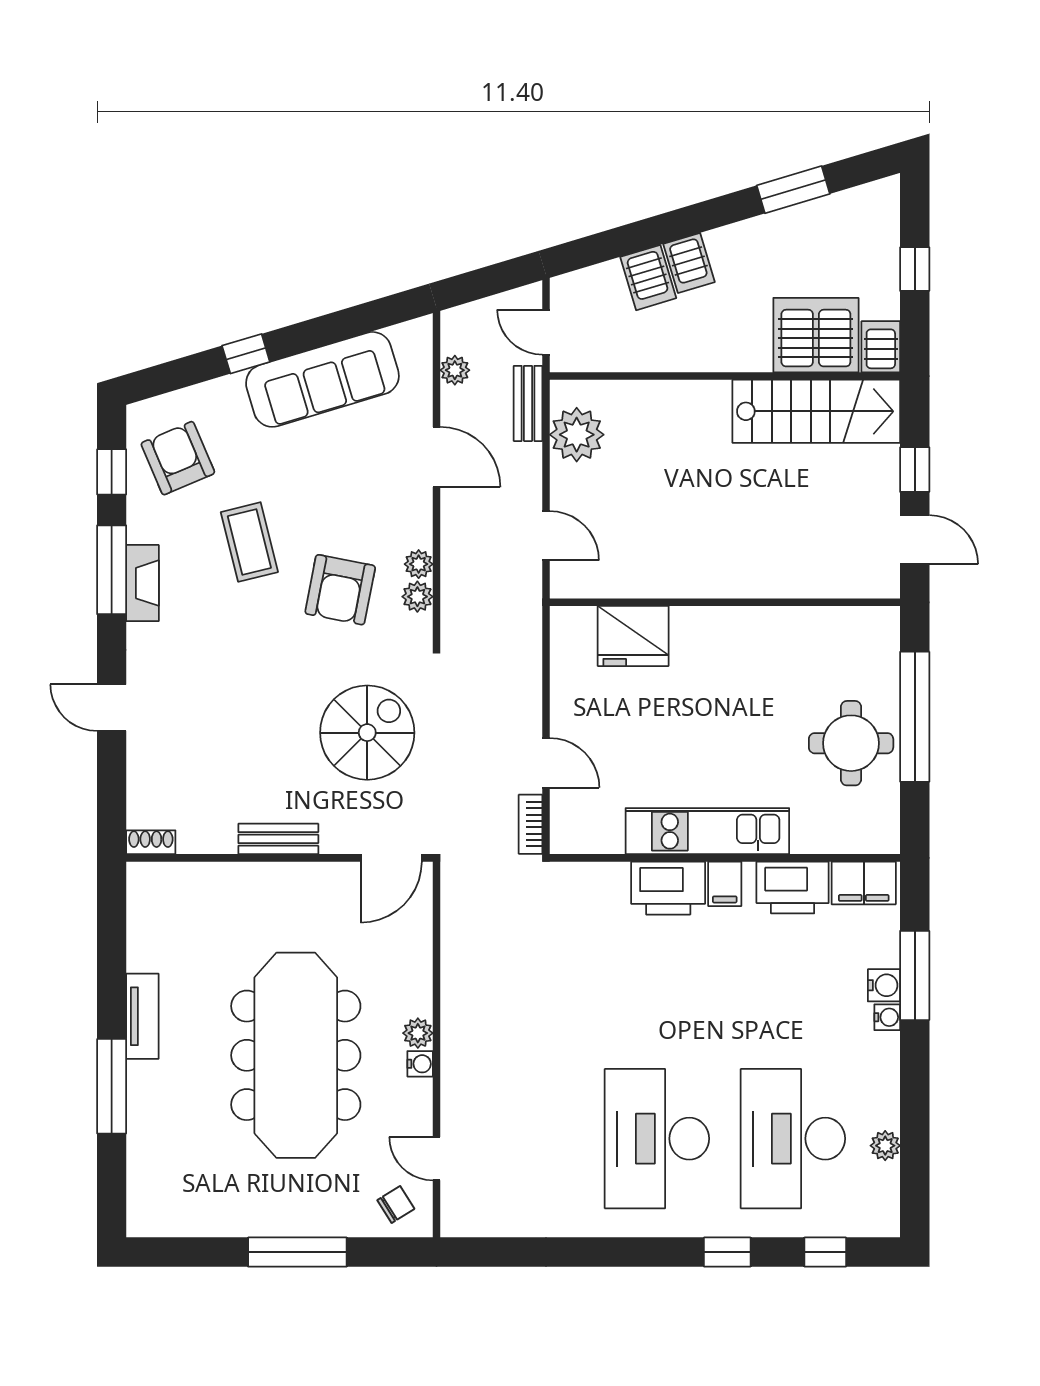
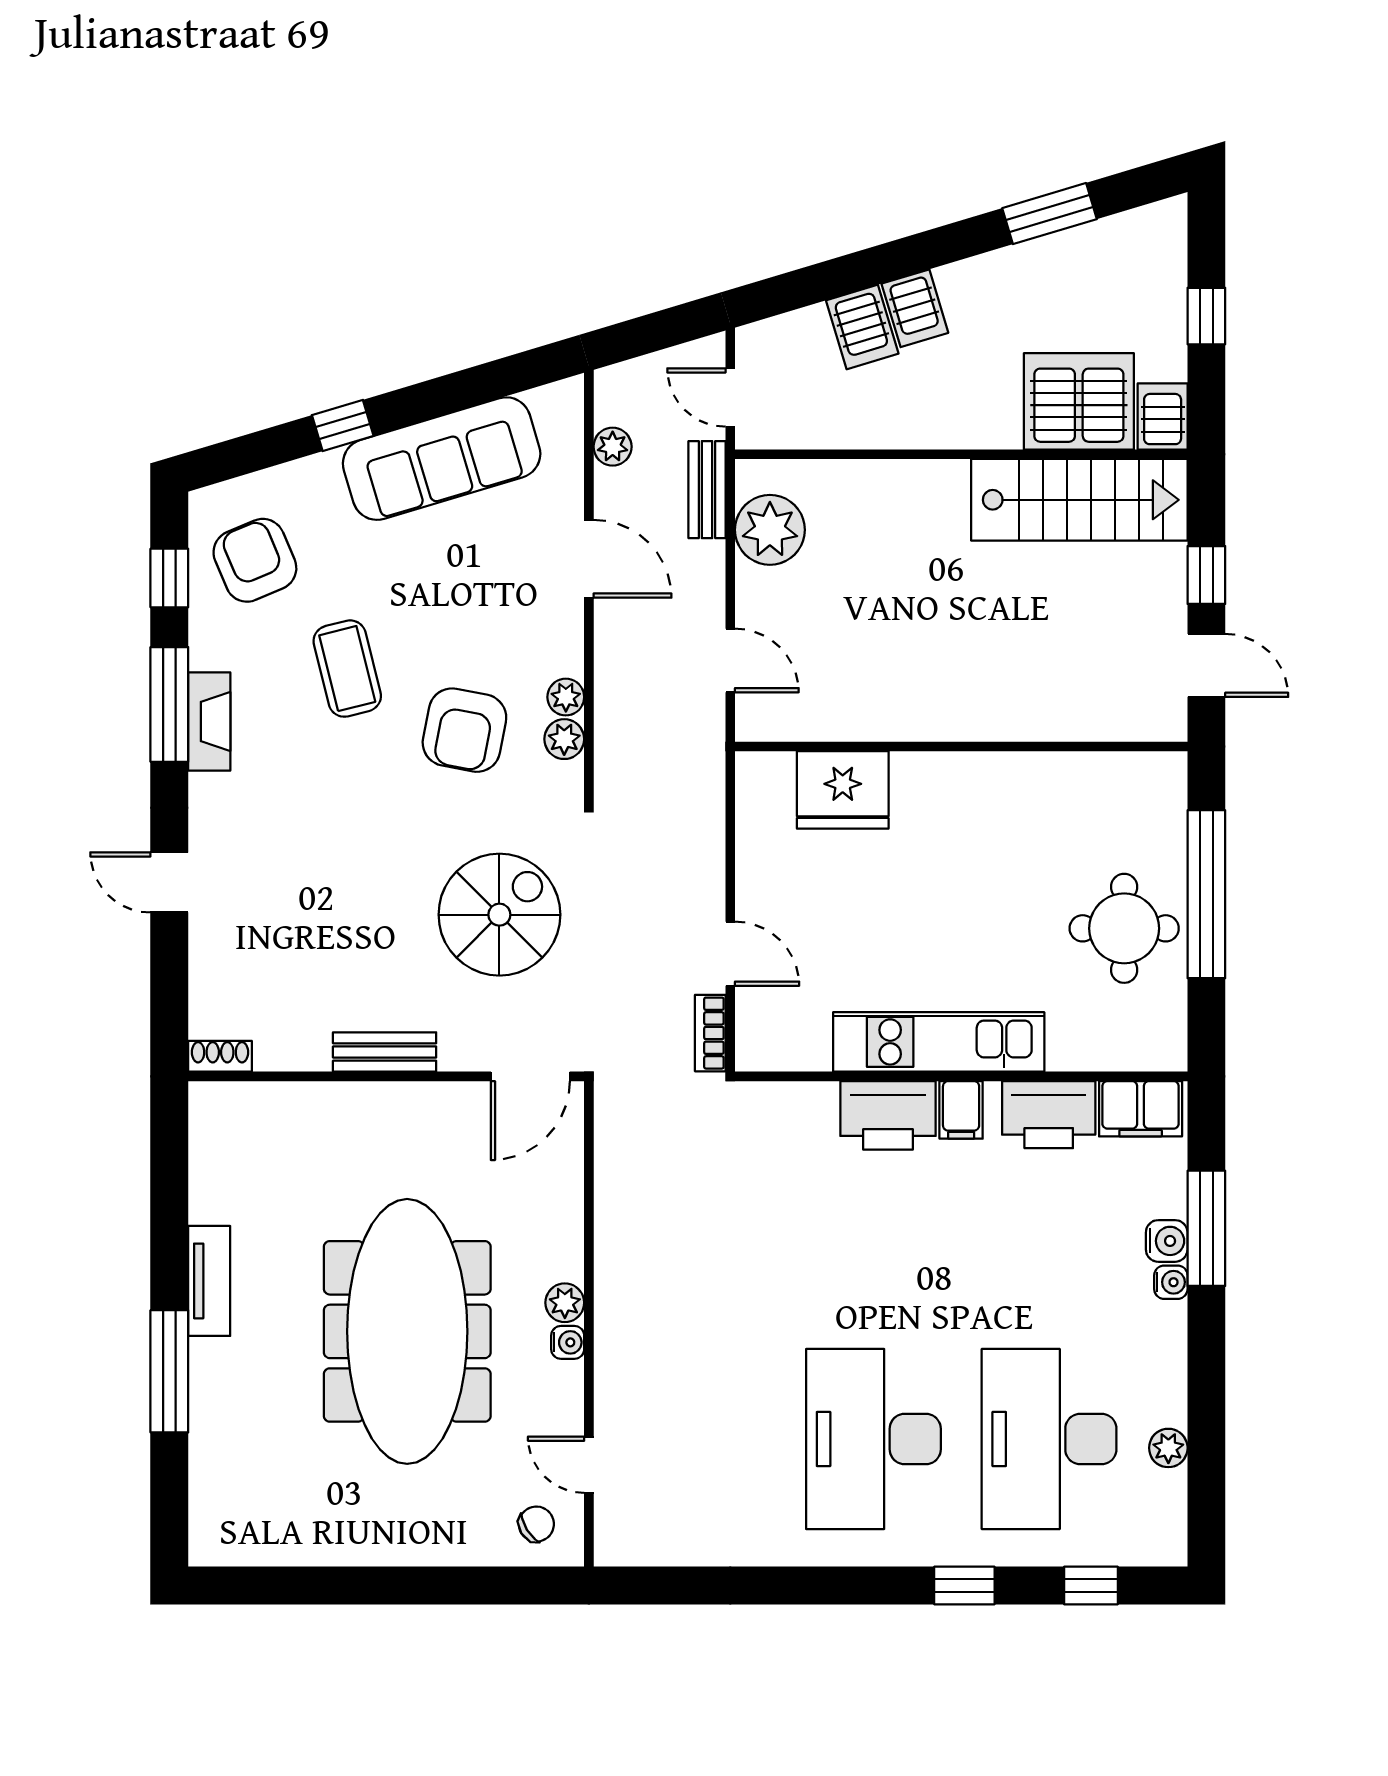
window: (297, 1252) -> (409, 1586), removed

